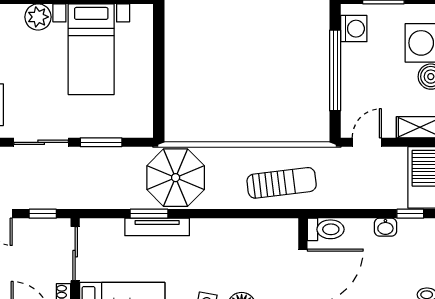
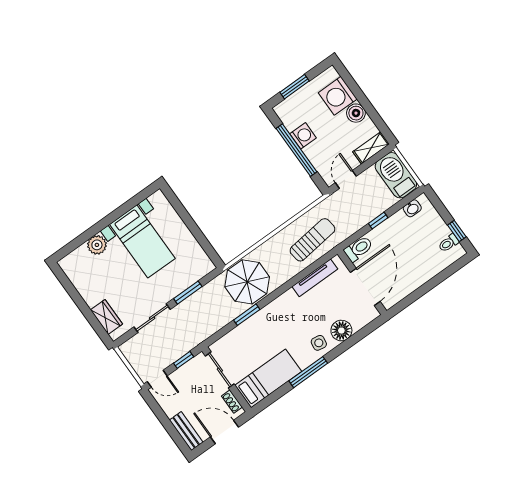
washing machine: (354, 29) -> (303, 136), moved
window: (410, 214) -> (378, 221), moved
tv unit: (157, 227) -> (315, 278), moved
washbasin: (385, 227) -> (412, 208), moved

